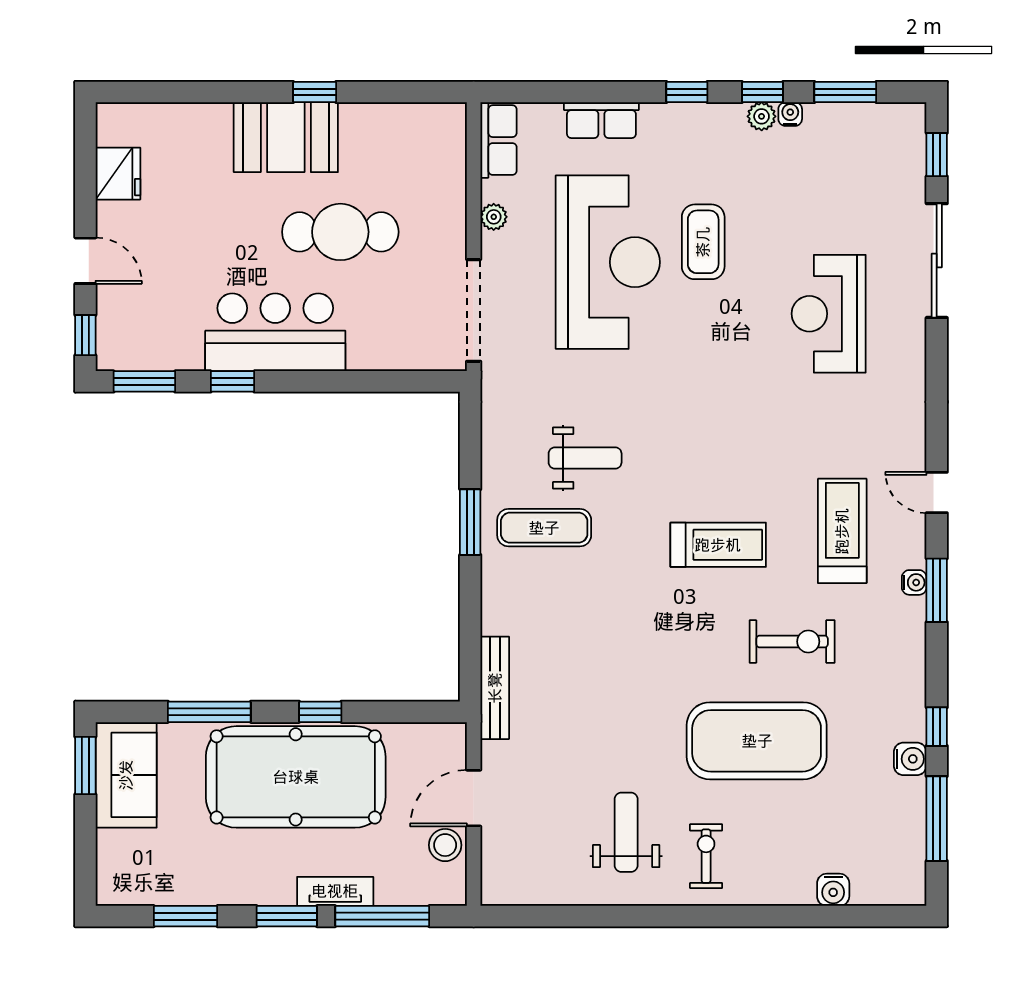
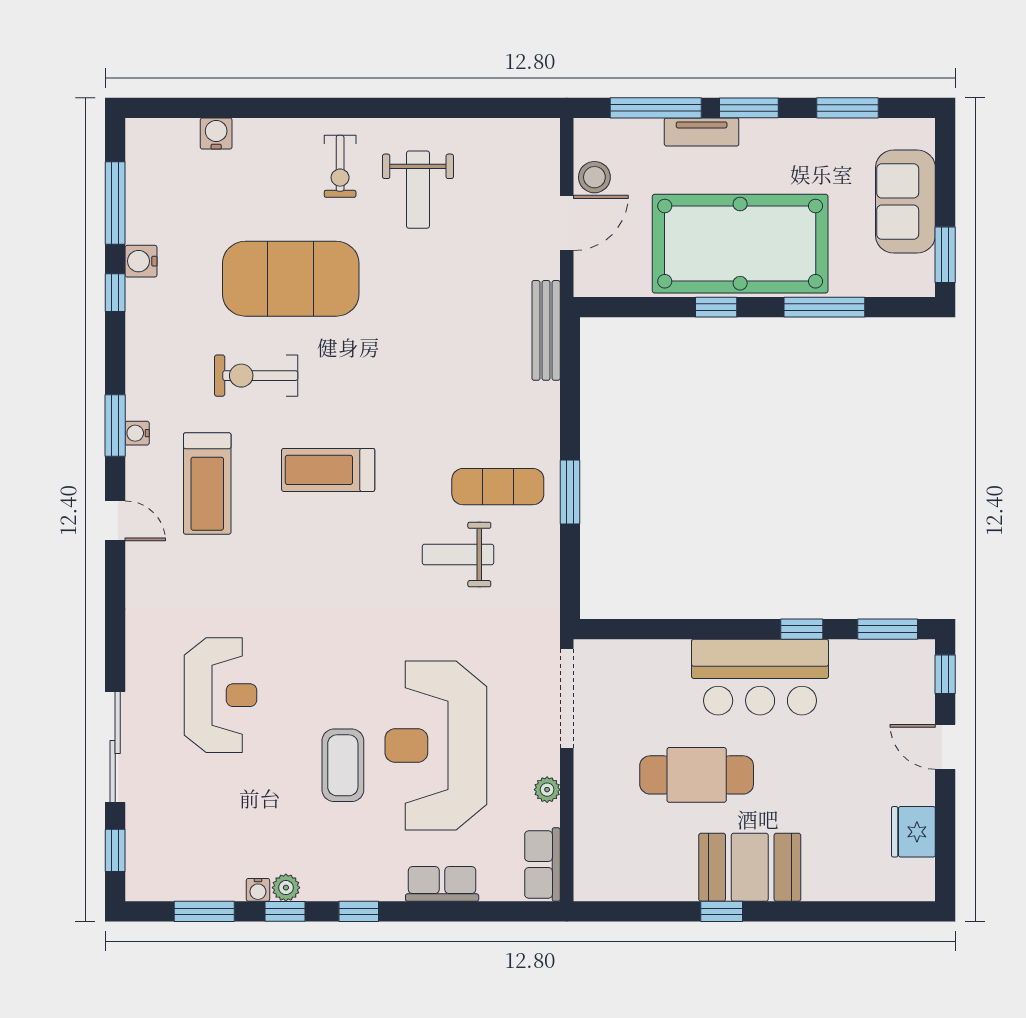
sofa: (126, 775) -> (905, 202), moved

